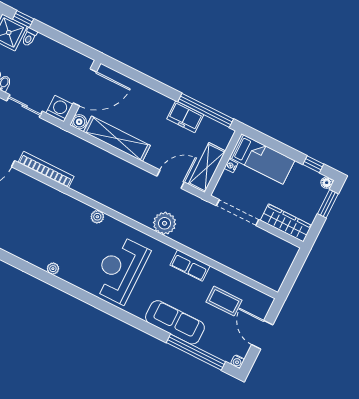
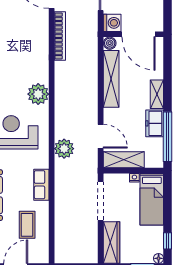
shelving: (156, 99) -> (157, 94), added
plant: (97, 217) -> (38, 94), width x1.88, depth x1.88

